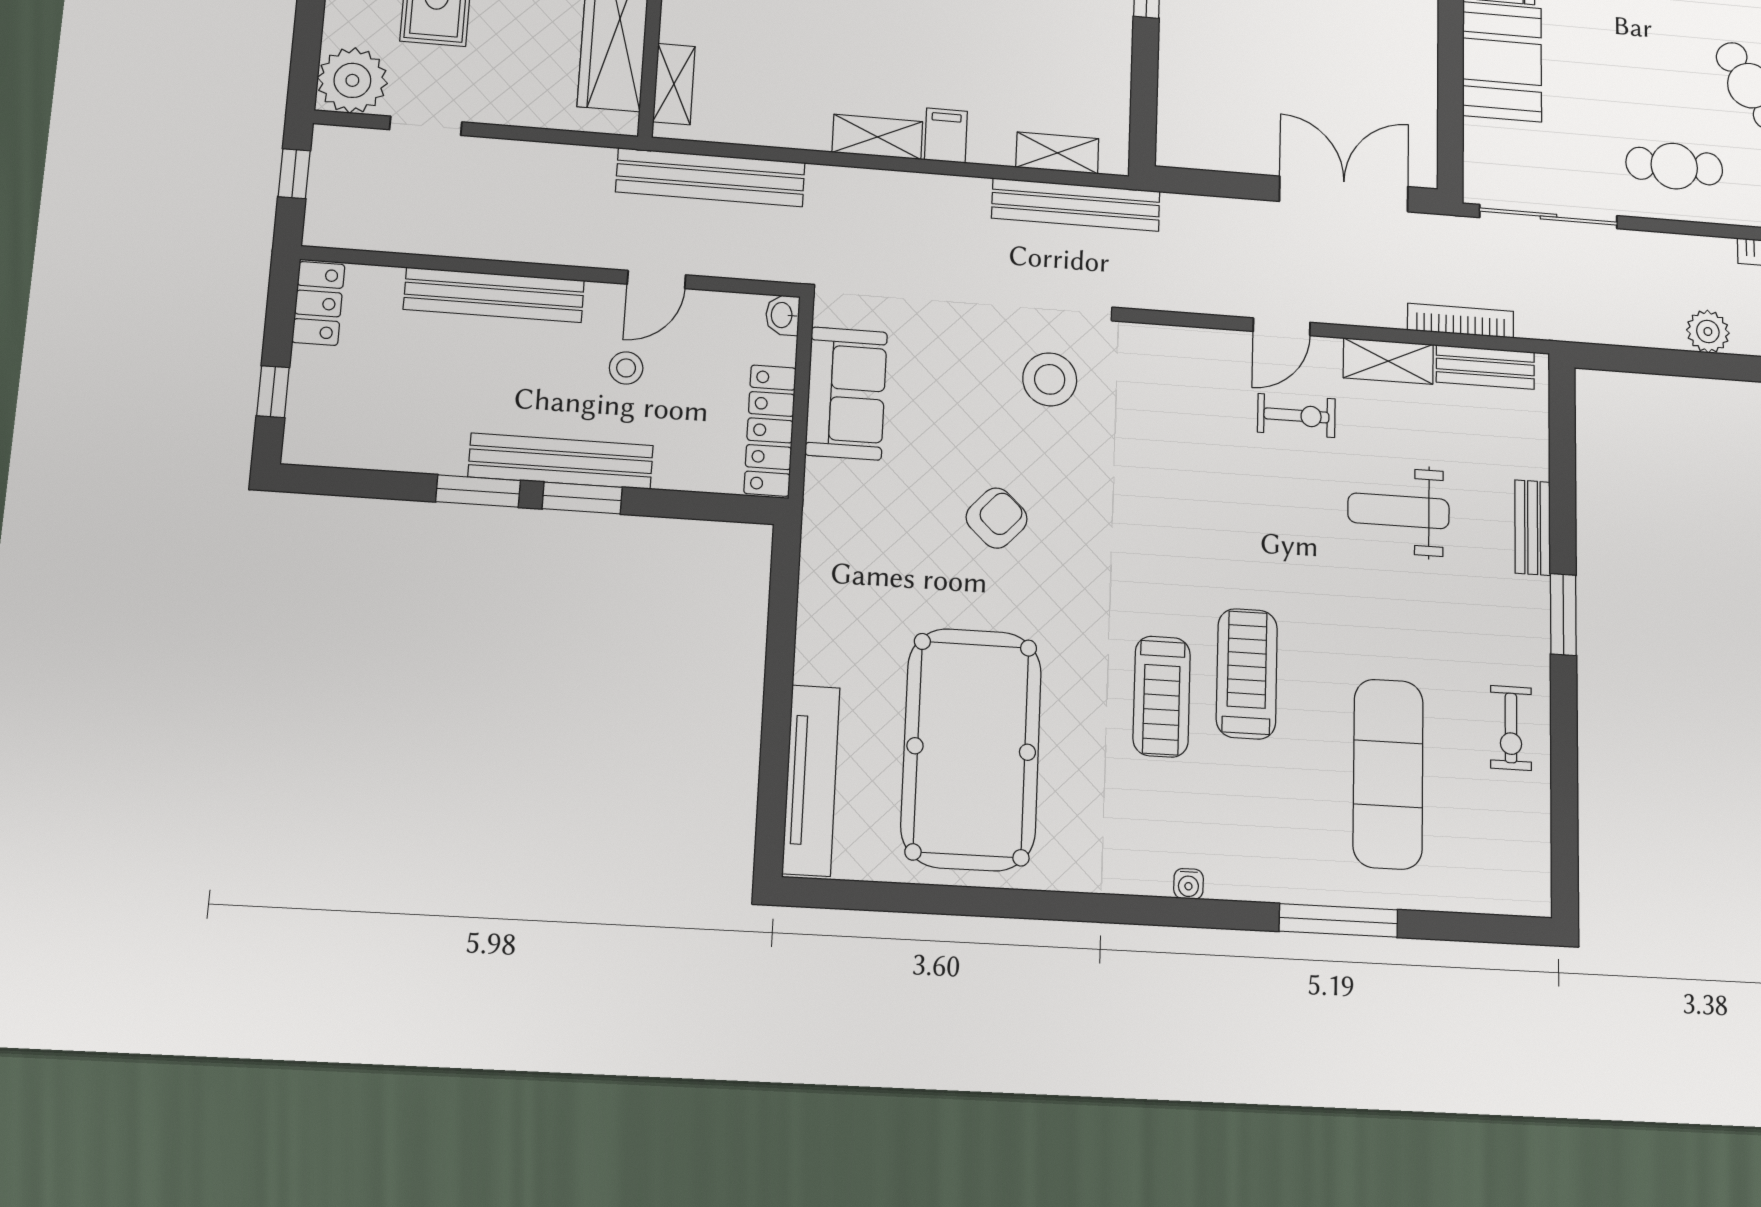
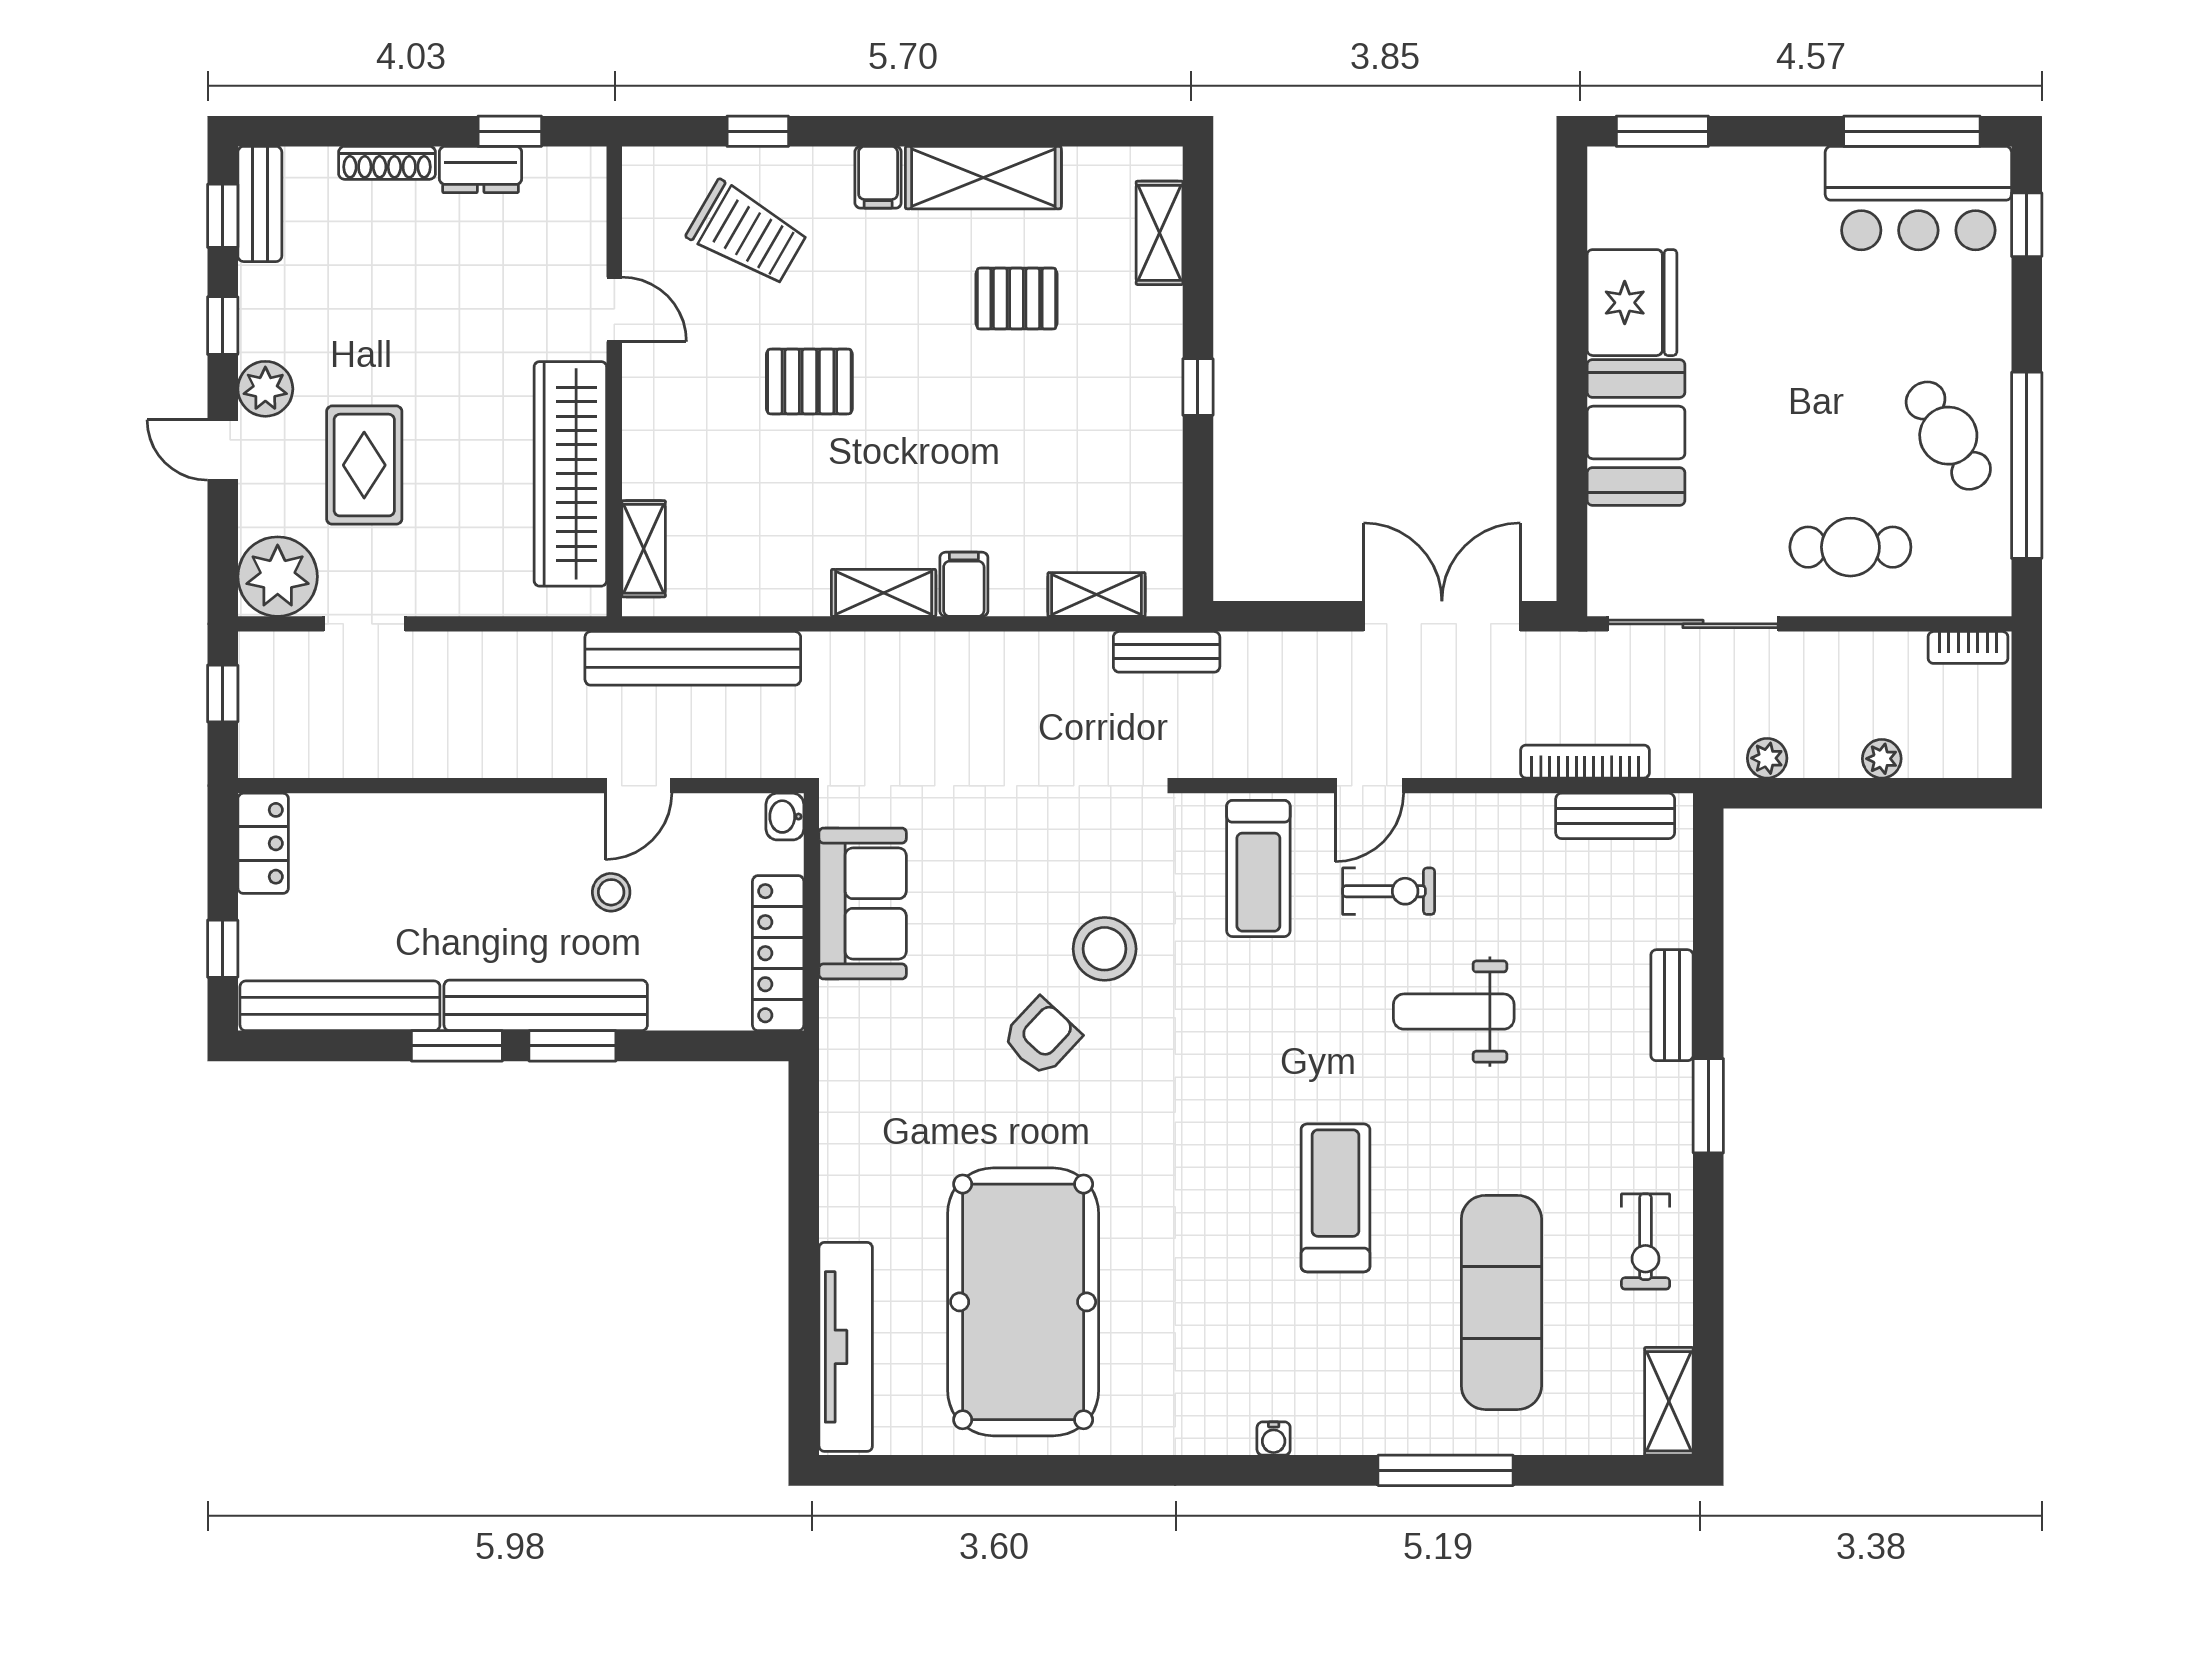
bench: (1076, 205) -> (1167, 652), width x0.54, depth x0.82
bench: (494, 295) -> (340, 1006), moved
plant: (1609, 329) -> (1767, 758), added
plant: (1708, 331) -> (1882, 759), width x0.73, depth x0.73
shelving: (1388, 361) -> (1669, 1401), moved, turned 90
stool: (1050, 379) -> (1105, 949), moved
weight bench: (1399, 511) -> (1454, 1012), moved
treadmill: (1162, 697) -> (1258, 868), moved

